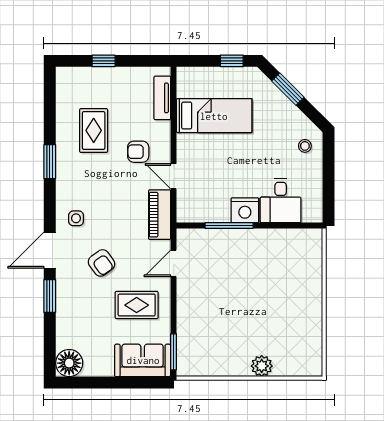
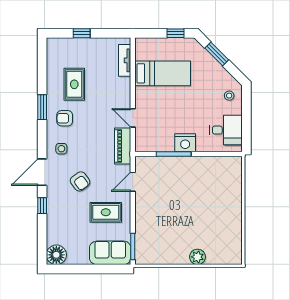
armchair: (138, 152) -> (65, 118), moved
desk: (281, 201) -> (226, 130), moved, turned -90
window: (50, 296) -> (42, 206), width x0.67

